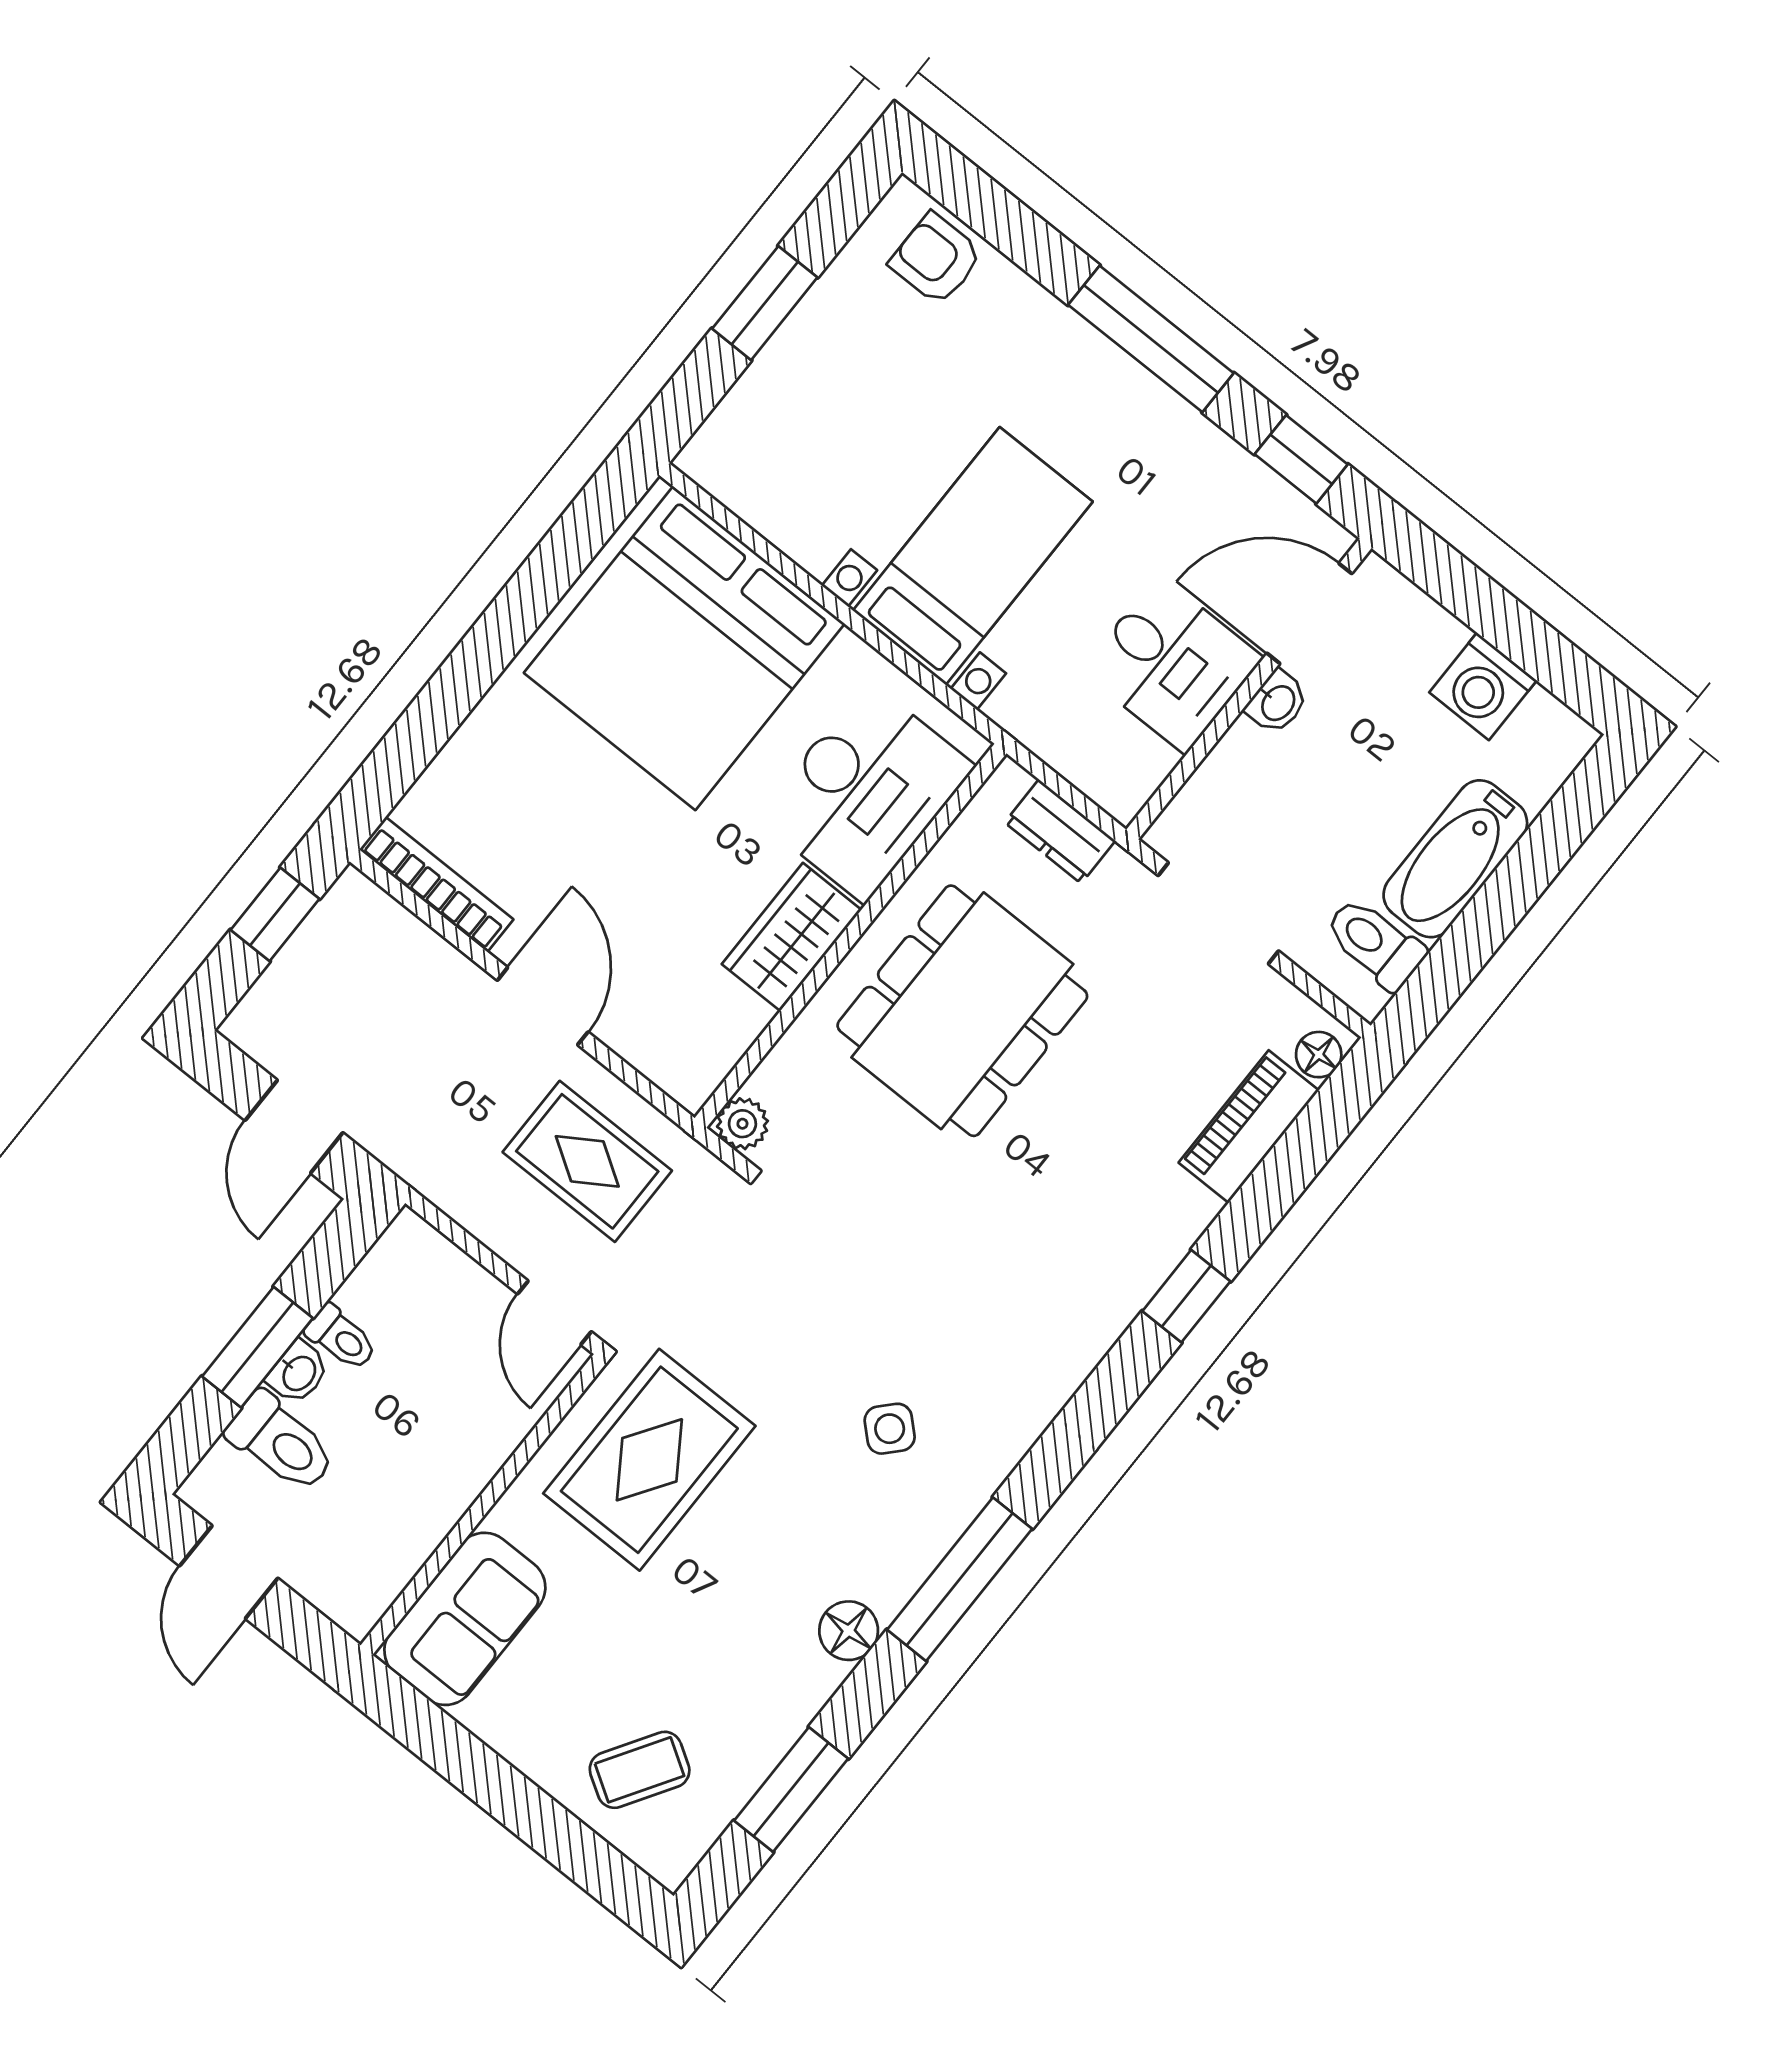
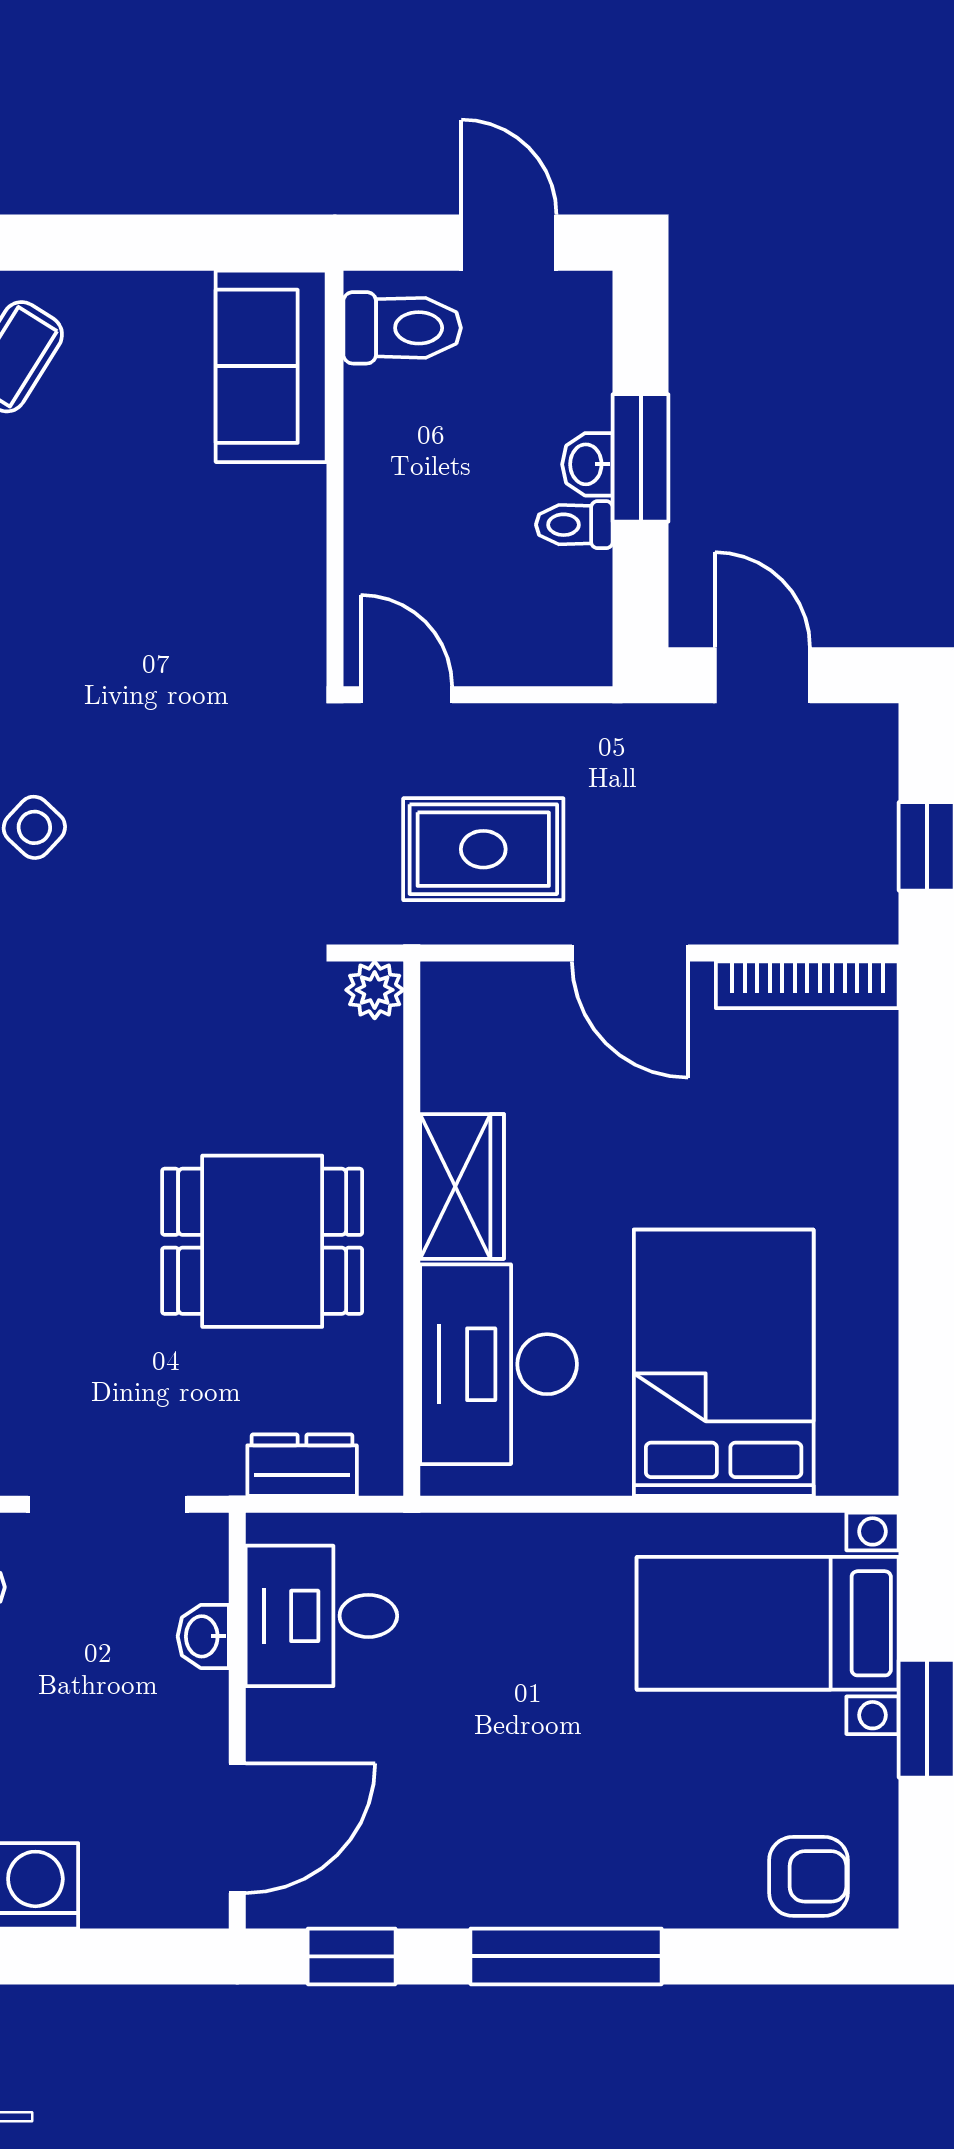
bed with nightstands: (973, 556) -> (768, 1623), moved, turned 90
bed: (684, 648) -> (724, 1363), width x0.73
desk: (1172, 664) -> (321, 1616), moved
washbasin: (1277, 702) -> (203, 1636), moved
dining table: (962, 1011) -> (262, 1241), width x0.73
toilet: (281, 1442) -> (402, 328), moved, turned 180
rug: (649, 1460) -> (222, 633), removed

